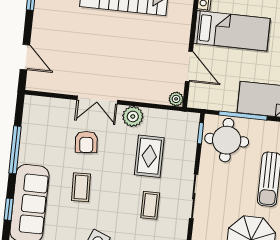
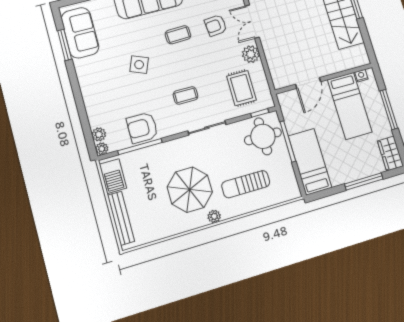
plant: (176, 99) -> (279, 83), removed
rug: (149, 156) -> (241, 88), moved, turned 90

